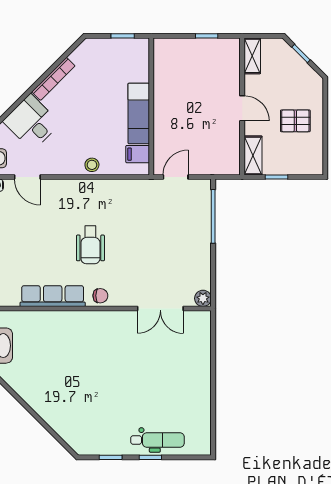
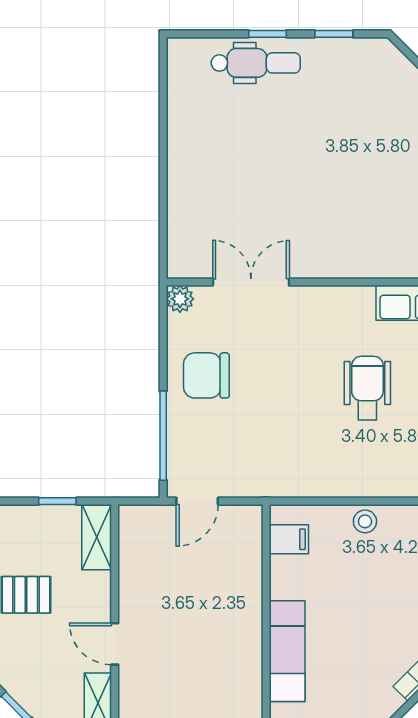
door: (242, 108) -> (115, 644), moved
exam couch: (139, 113) -> (287, 651), moved
door: (176, 177) -> (197, 501), moved
chair: (100, 296) -> (206, 375), moved, width x1.87, depth x1.87
dental chair: (157, 440) -> (256, 63), turned 180

